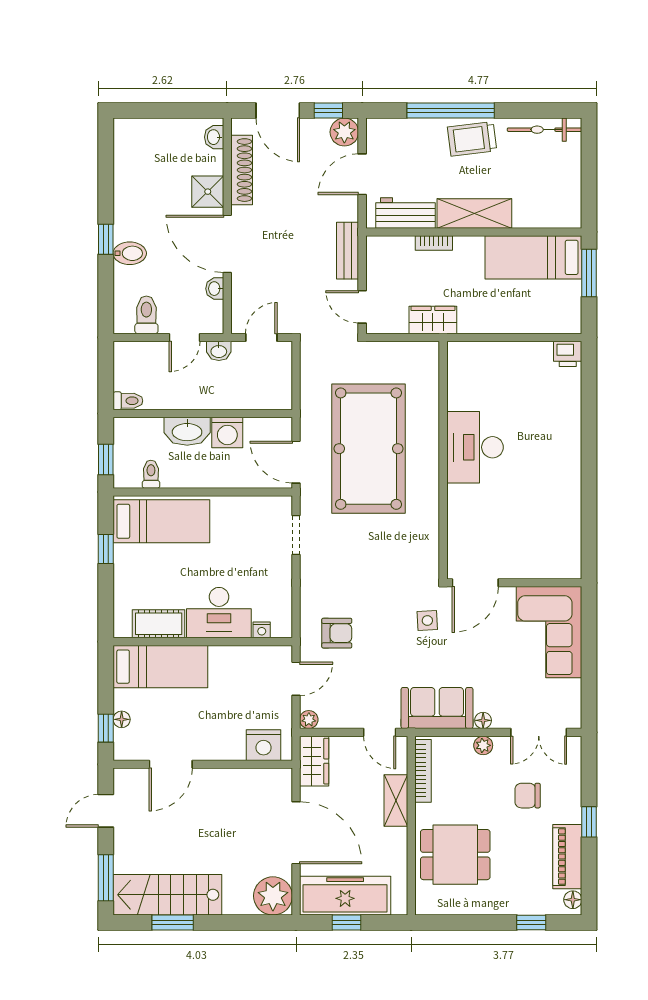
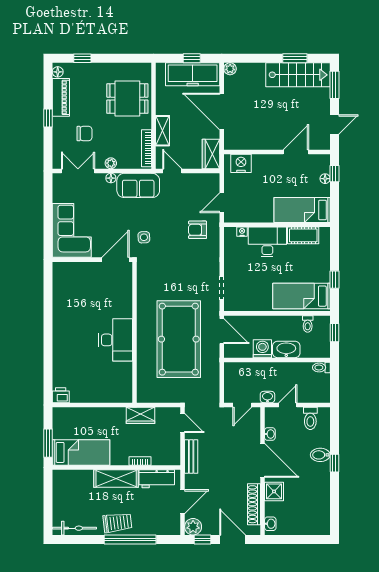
plant: (309, 720) -> (214, 179), removed
plant: (273, 896) -> (230, 69), width x0.53, depth x0.53

